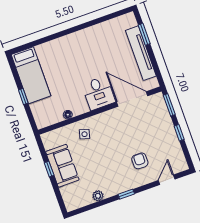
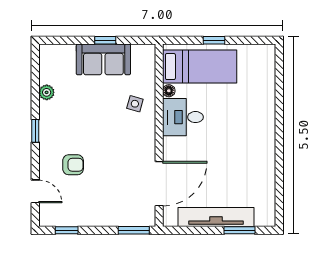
bed: (31, 75) -> (200, 67), moved, turned 180
desk: (99, 93) -> (183, 117), moved
window: (179, 133) -> (67, 230), moved

